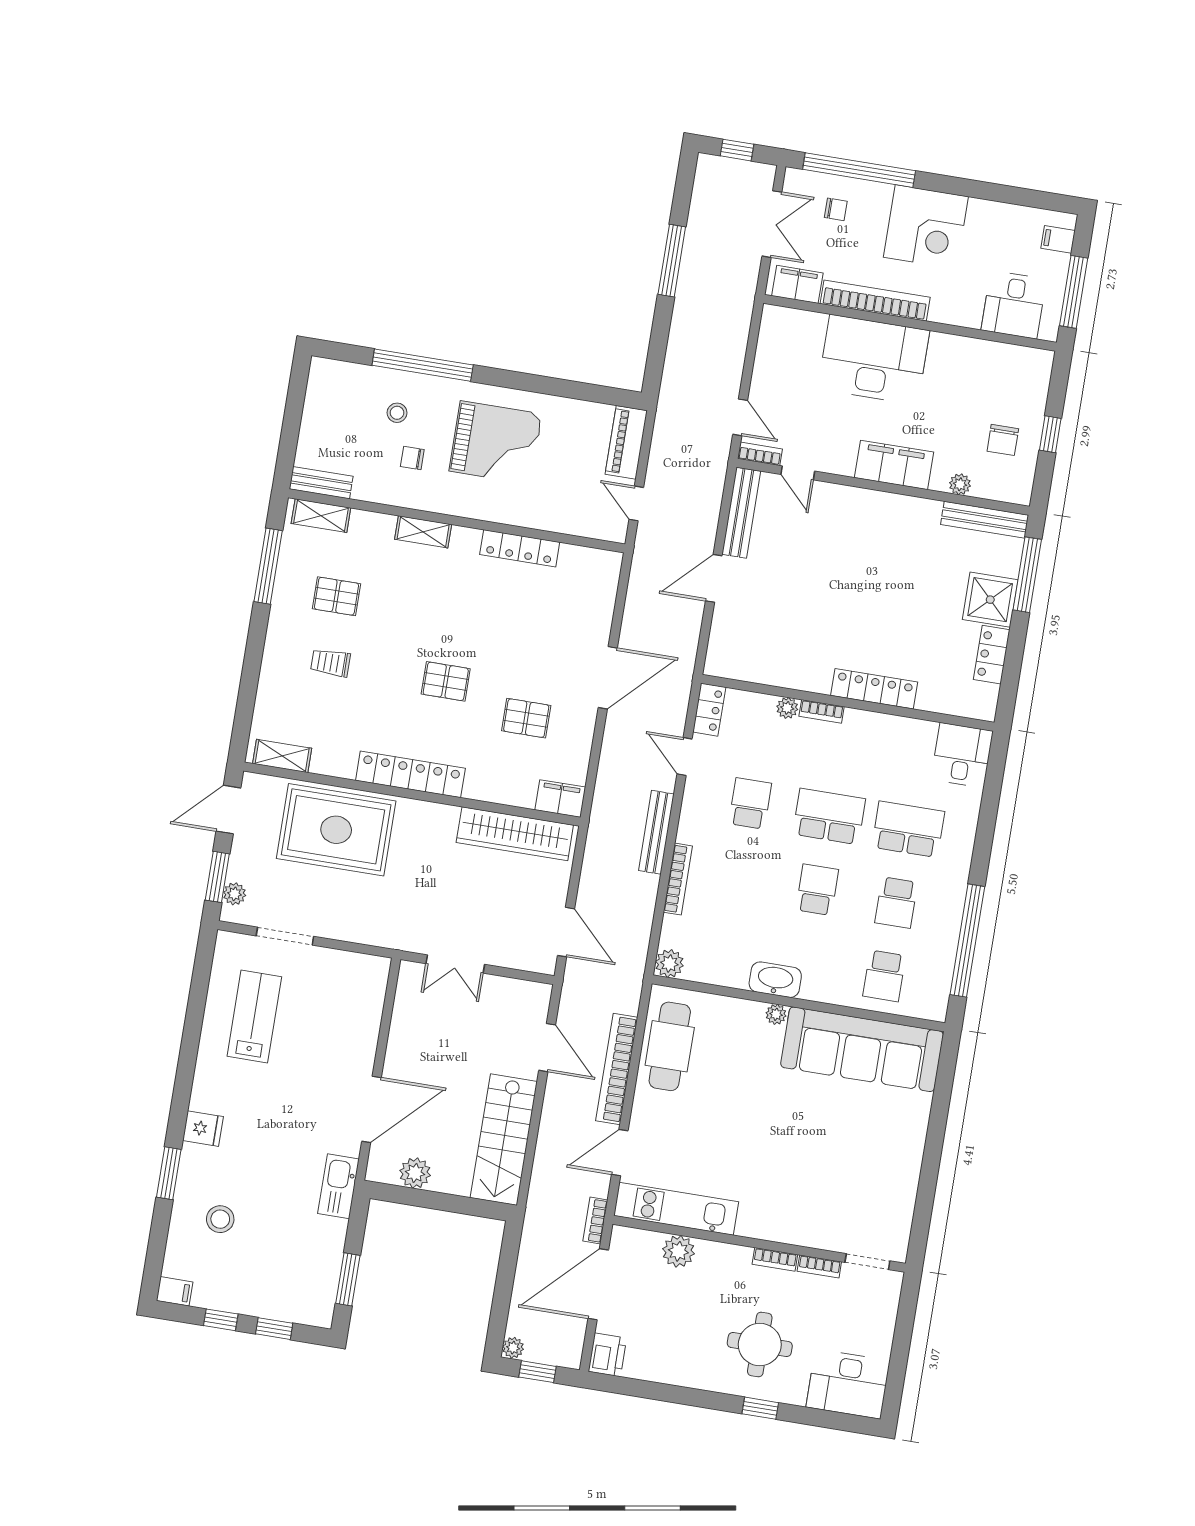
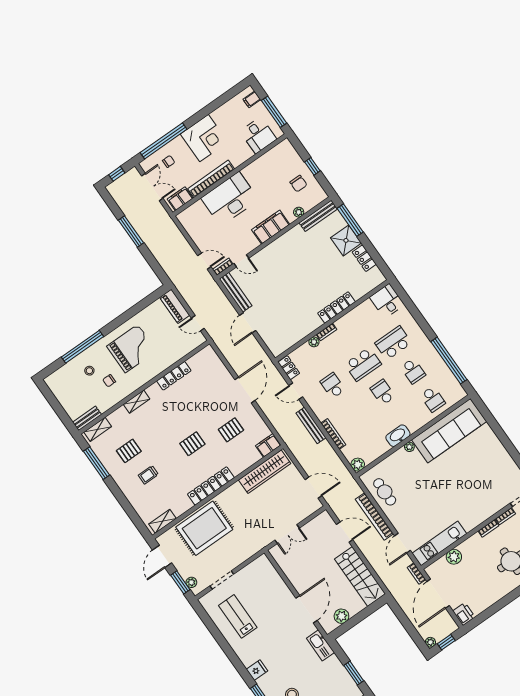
school desk: (829, 816) -> (363, 364), turned 180
cafe table: (670, 1046) -> (385, 492), width x0.73, depth x0.74

